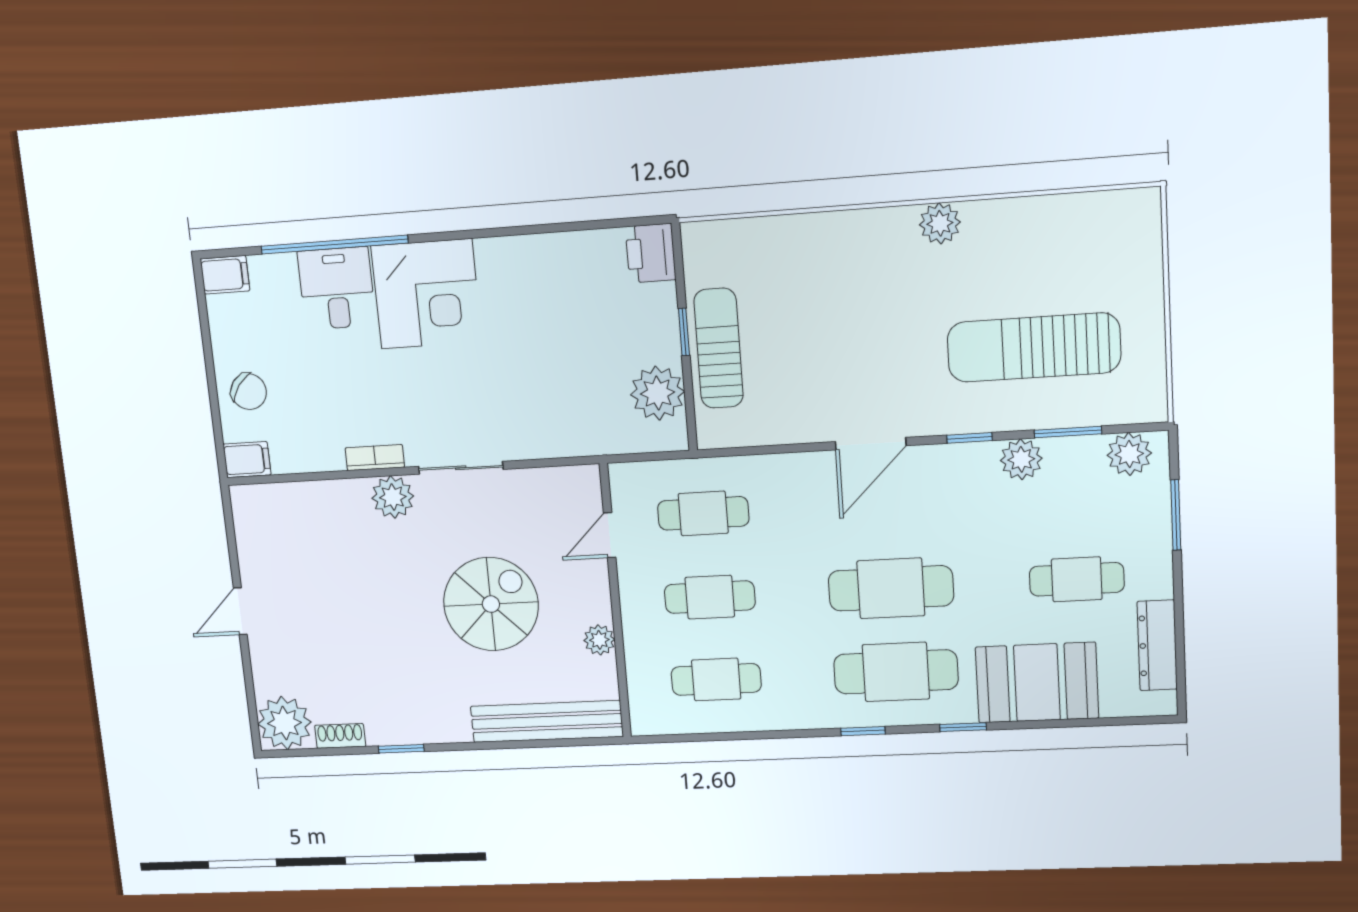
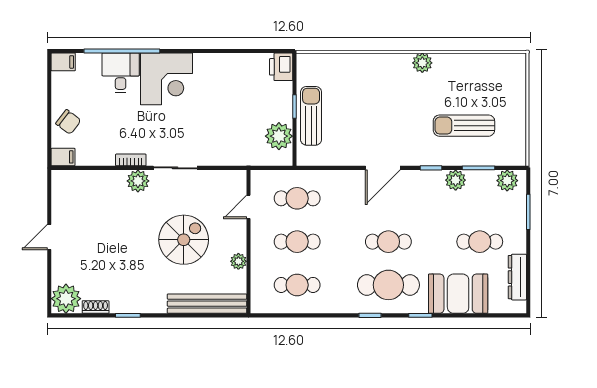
sun lounger: (1034, 347) -> (464, 126), width x0.73, depth x0.75
cafe table: (891, 588) -> (388, 242), width x0.73, depth x0.74

